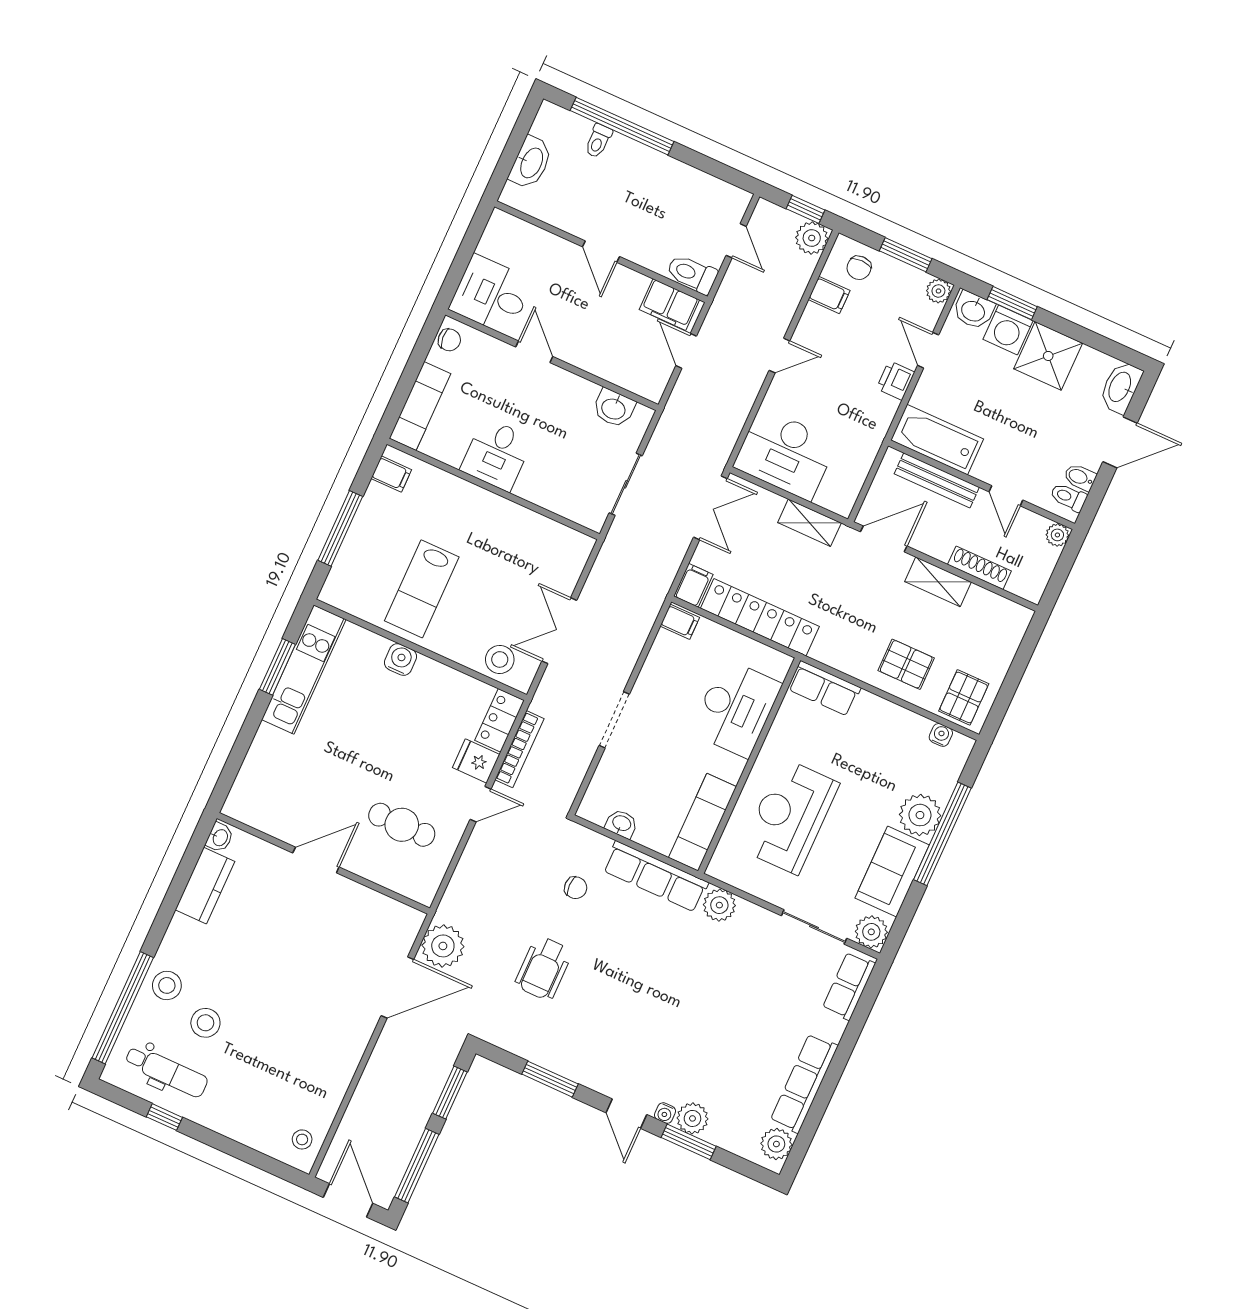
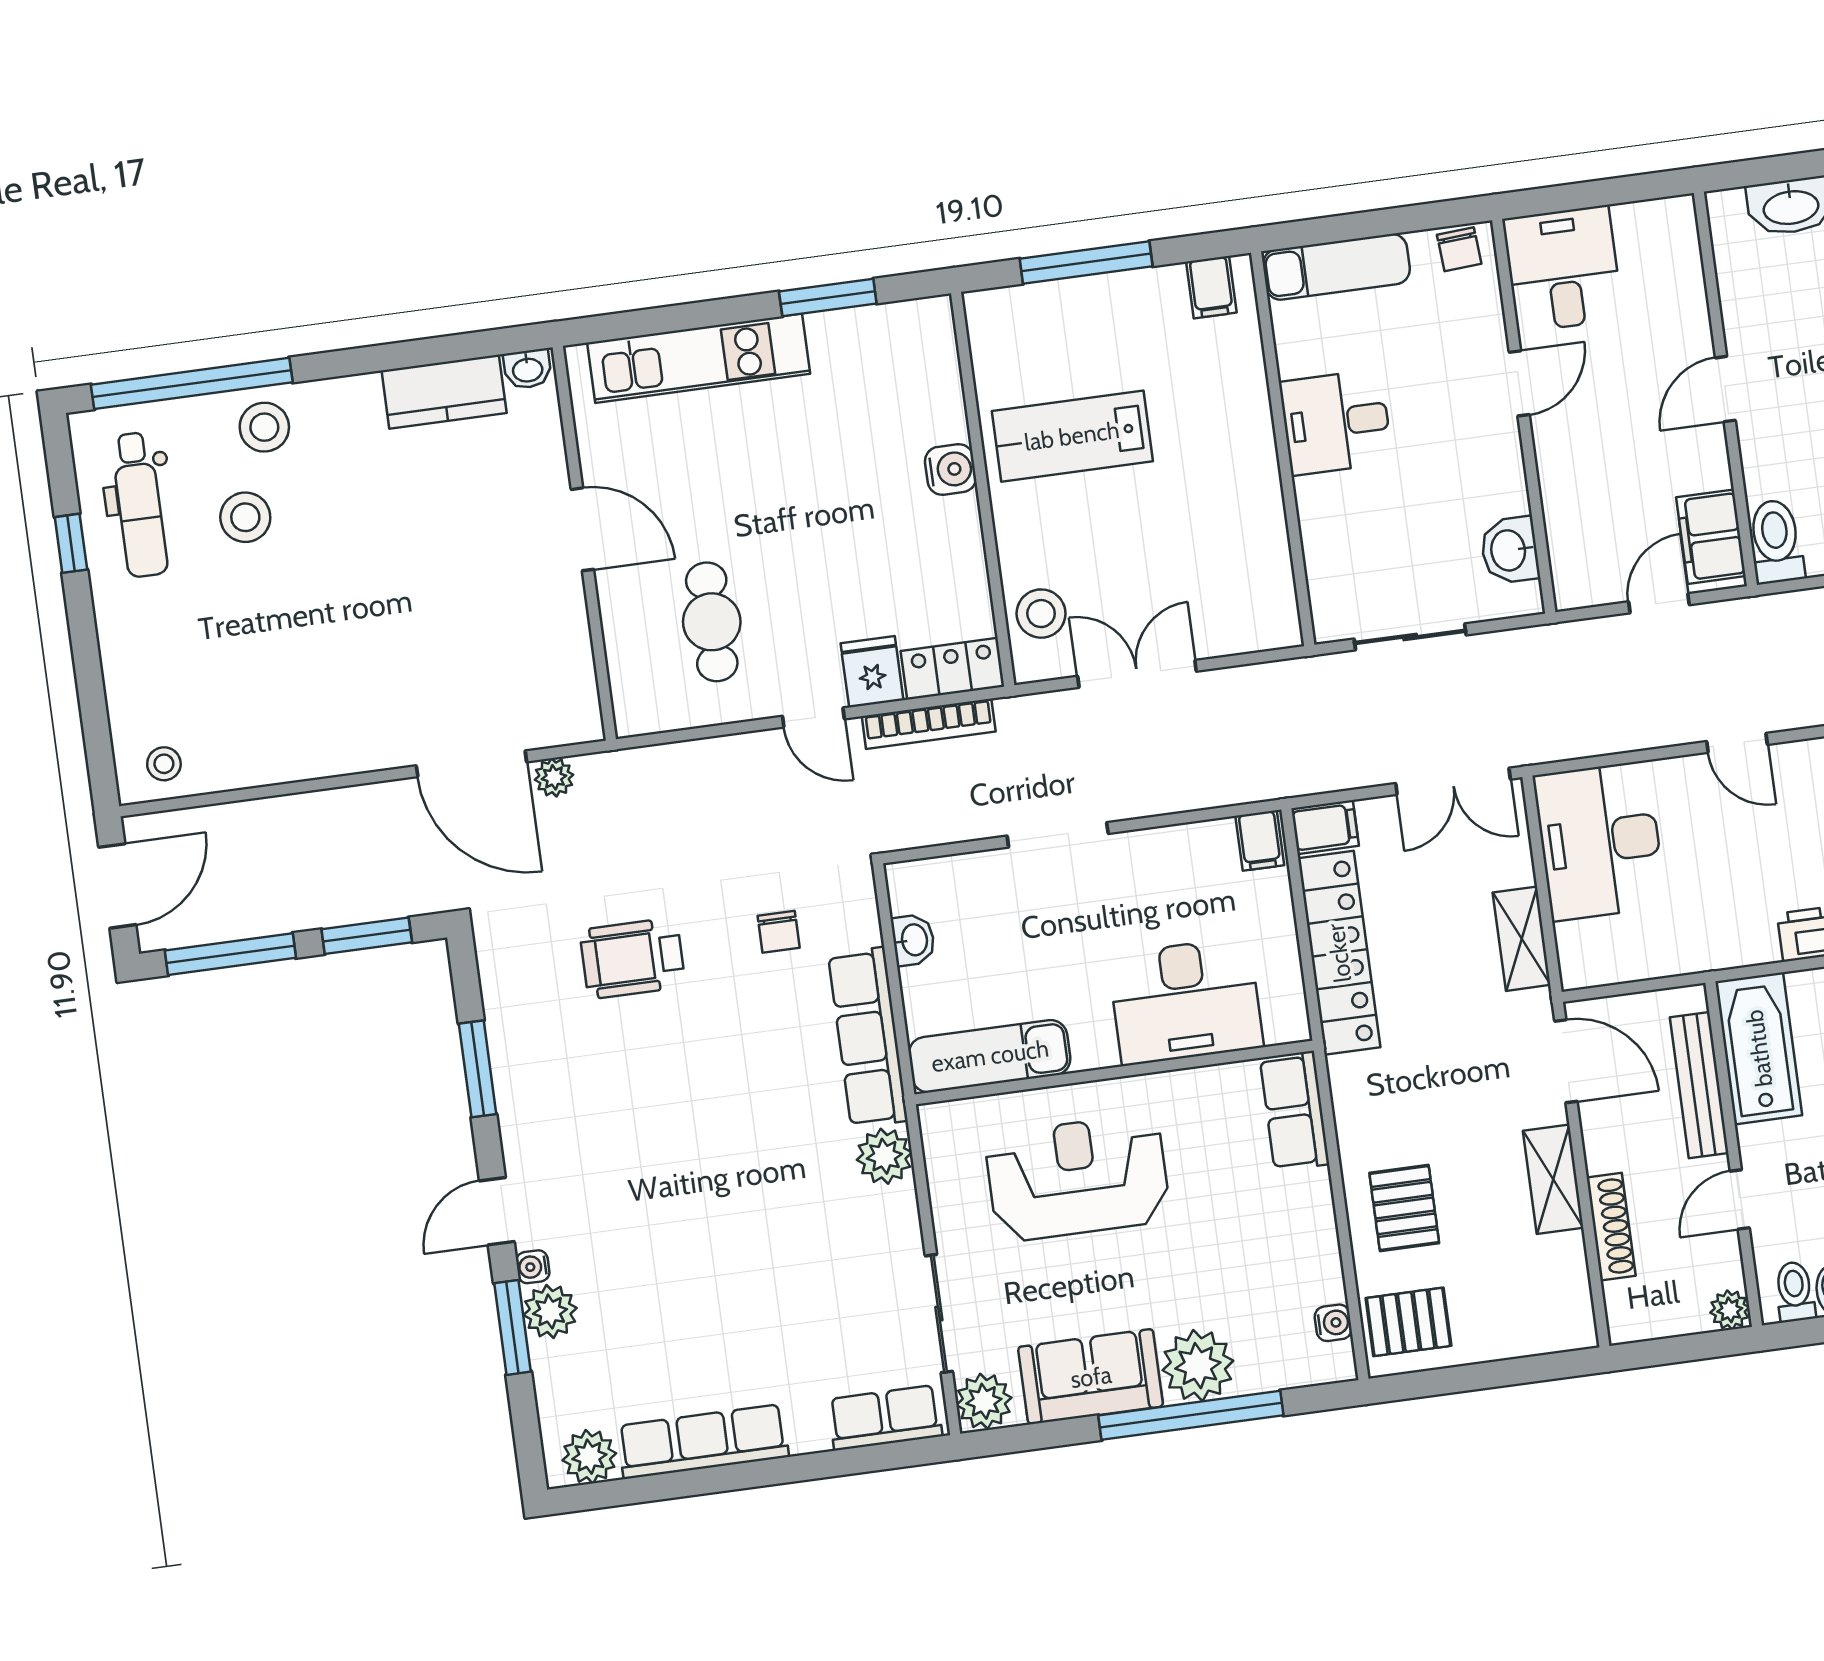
kitchen unit: (304, 669) -> (699, 358), moved
plant: (443, 946) -> (554, 777), width x0.53, depth x0.53

